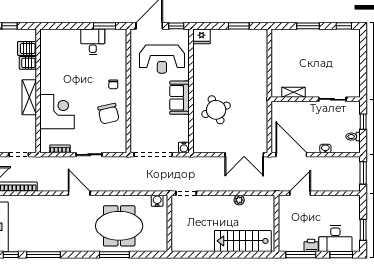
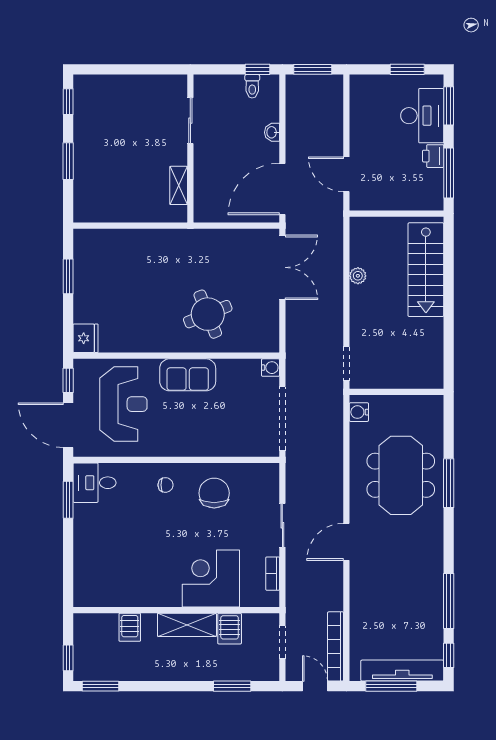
desk: (93, 42) -> (94, 483), moved
server rack: (27, 48) -> (230, 629), moved
chair: (108, 114) -> (214, 493), turned -77
window: (363, 122) -> (258, 69), moved

